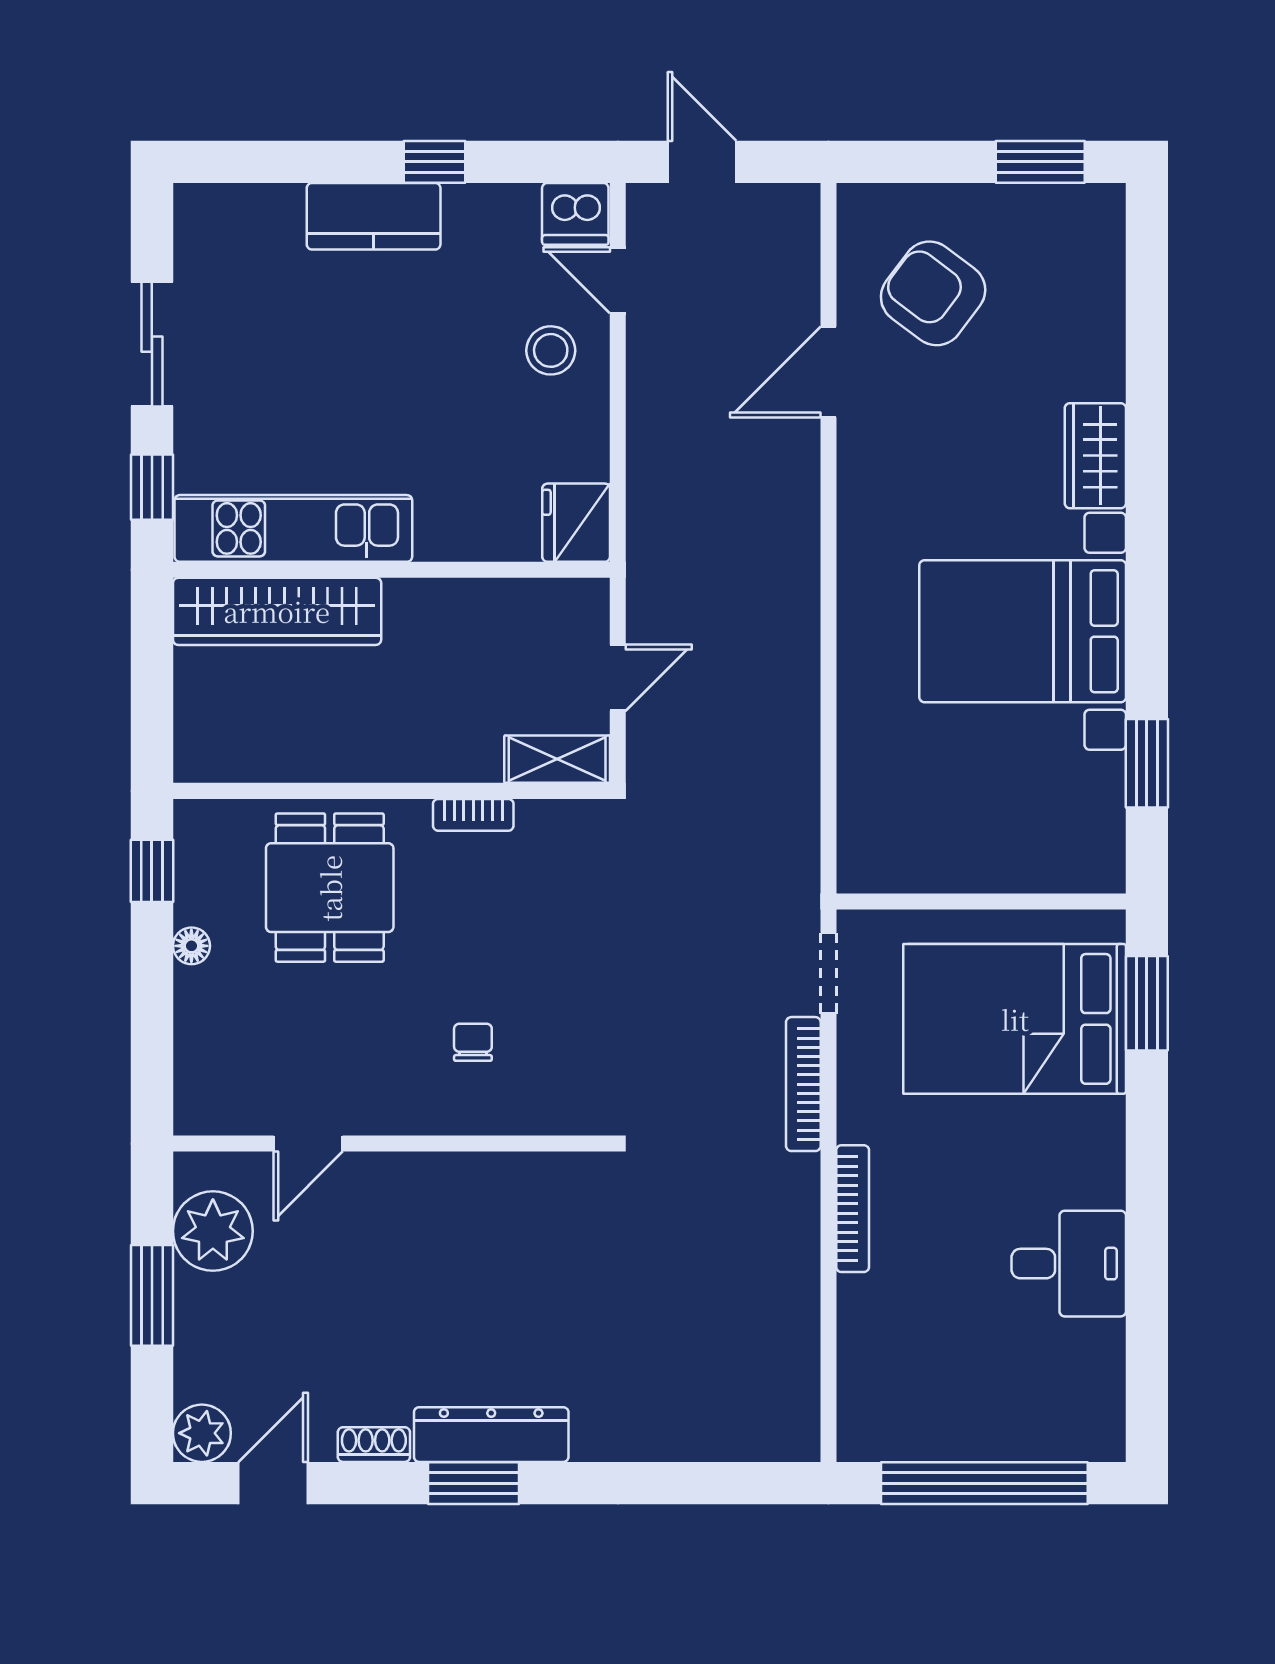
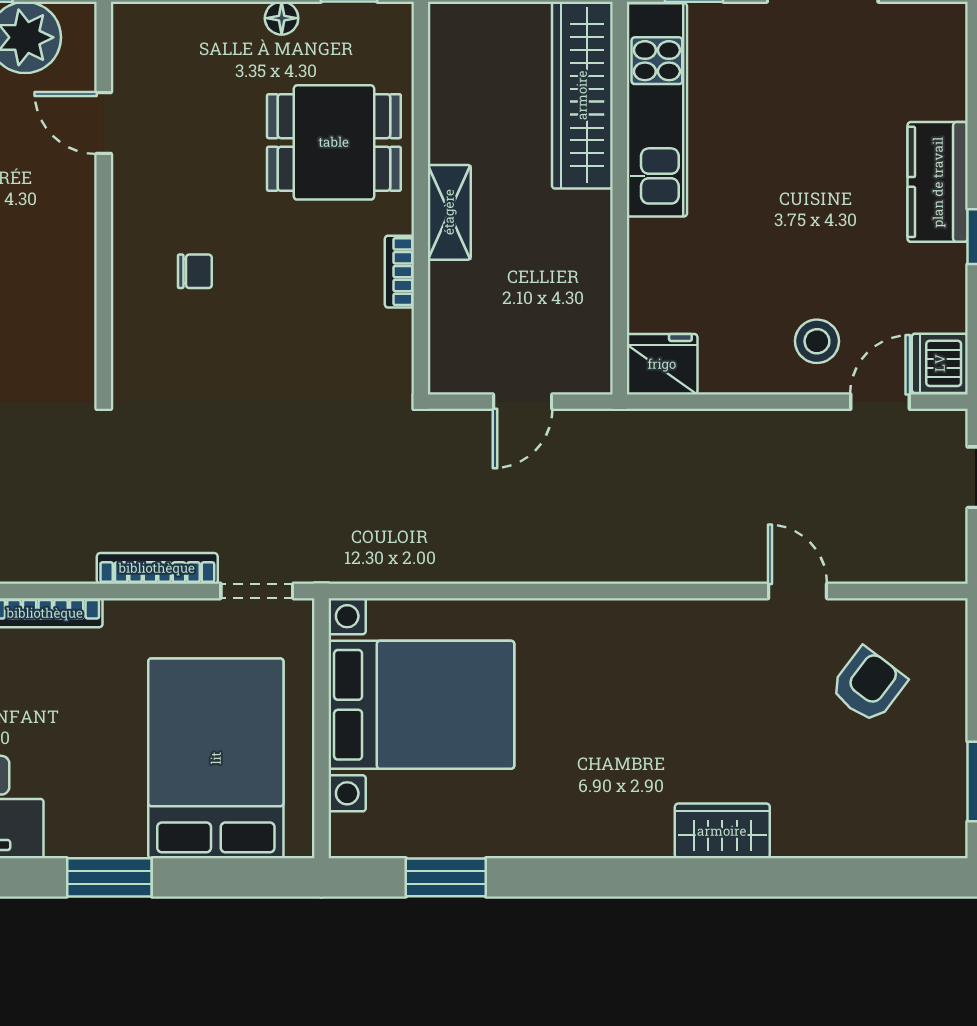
armchair: (933, 293) -> (868, 685), width x0.72, depth x0.72
door: (828, 372) -> (798, 591), width x0.73
bed with nightstands: (1023, 631) -> (421, 705), moved, turned 90
door: (618, 678) -> (523, 402), hinge flipped
shelving: (557, 759) -> (449, 212), moved
window: (1147, 1003) -> (109, 877), moved

